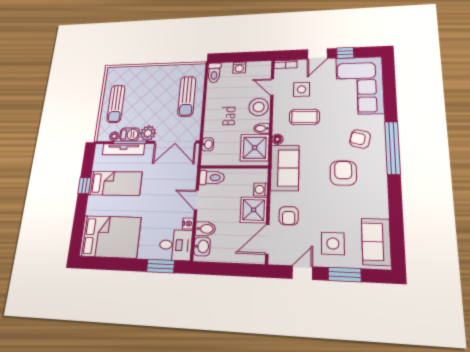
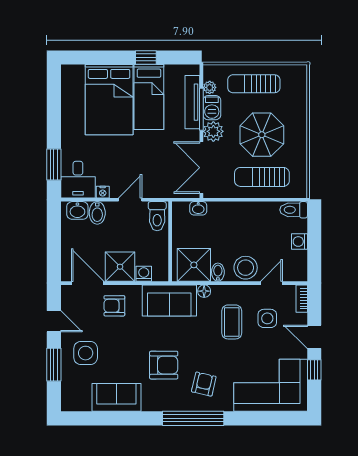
parasol: (154, 97) -> (262, 135), added
bed: (110, 237) -> (109, 100), moved
sofa: (376, 242) -> (116, 397), moved

